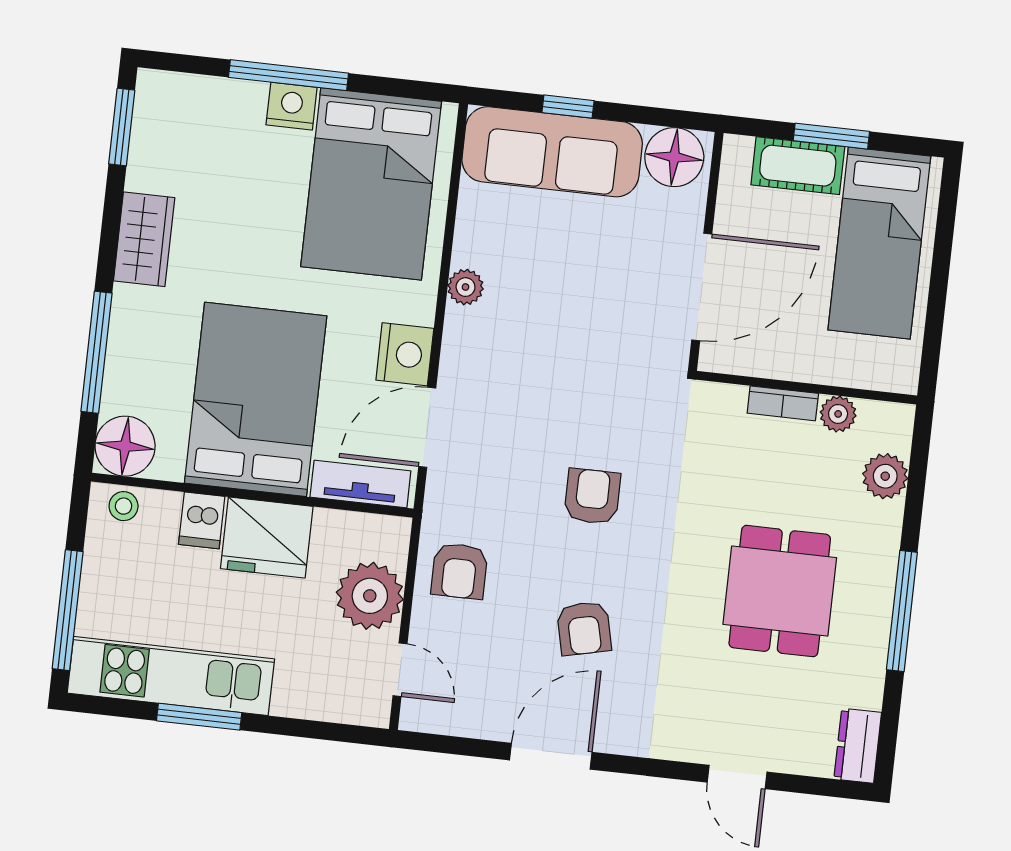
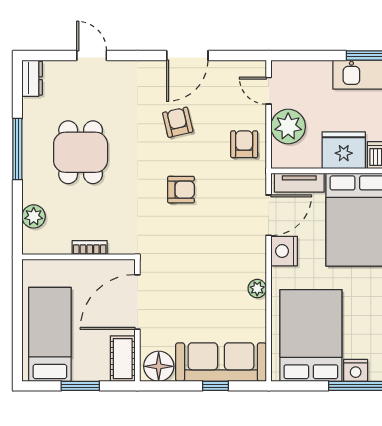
cot: (798, 166) -> (123, 359), moved, turned 90
plant: (838, 414) -> (61, 245), removed
armchair: (592, 496) -> (181, 190), turned -90

